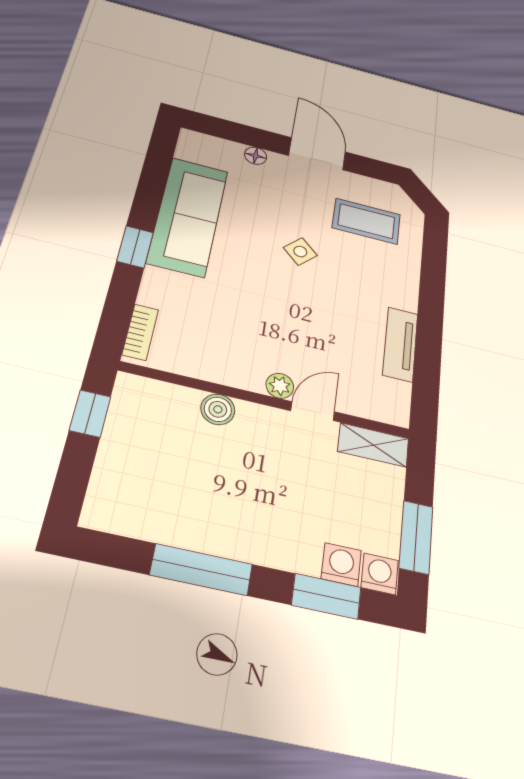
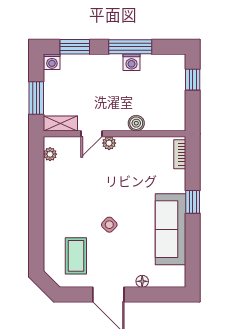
coffee table: (366, 221) -> (76, 256), turned 90
tv unit: (400, 344) -> (51, 183), removed
plant: (398, 394) -> (50, 154), added
window: (90, 413) -> (193, 80), moved
window: (416, 537) -> (36, 98), moved
washing machine: (341, 565) -> (131, 62), moved

